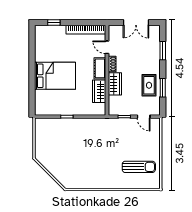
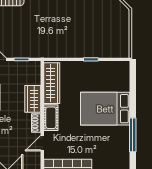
door: (107, 47) -> (42, 143), swing flipped
window: (32, 54) -> (133, 135), added
wardrobe: (99, 91) -> (52, 83), width x1.50

